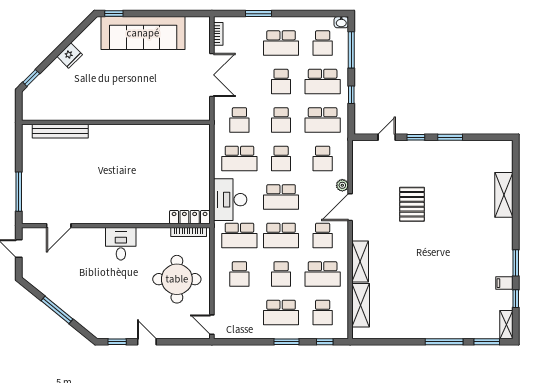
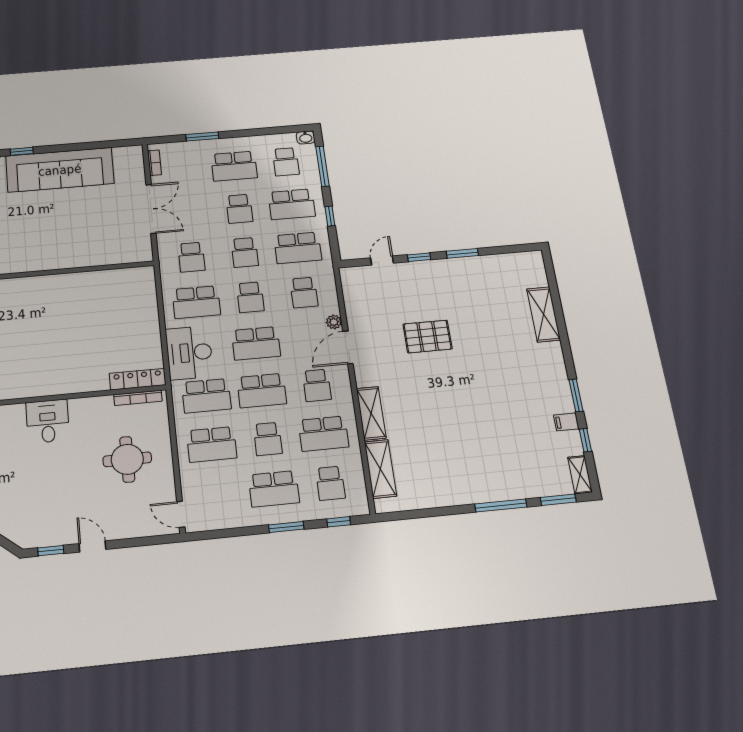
pallet: (412, 204) -> (428, 336), turned 90
school desk: (239, 274) -> (212, 444), width x1.85
round table: (177, 279) -> (127, 459), width x0.73, depth x0.73

